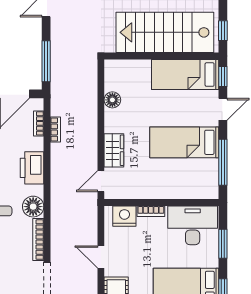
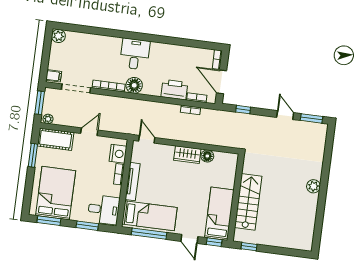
stairs: (165, 32) -> (248, 202), width x0.73, depth x0.66
window: (46, 61) -> (243, 110), width x0.46
bed: (184, 142) -> (150, 216), moved, turned 90
wardrobe: (114, 150) -> (187, 155), moved
printer: (32, 168) -> (174, 90), moved
tv unit: (158, 192) -> (133, 182), added
desk: (193, 225) -> (104, 210), width x0.73

